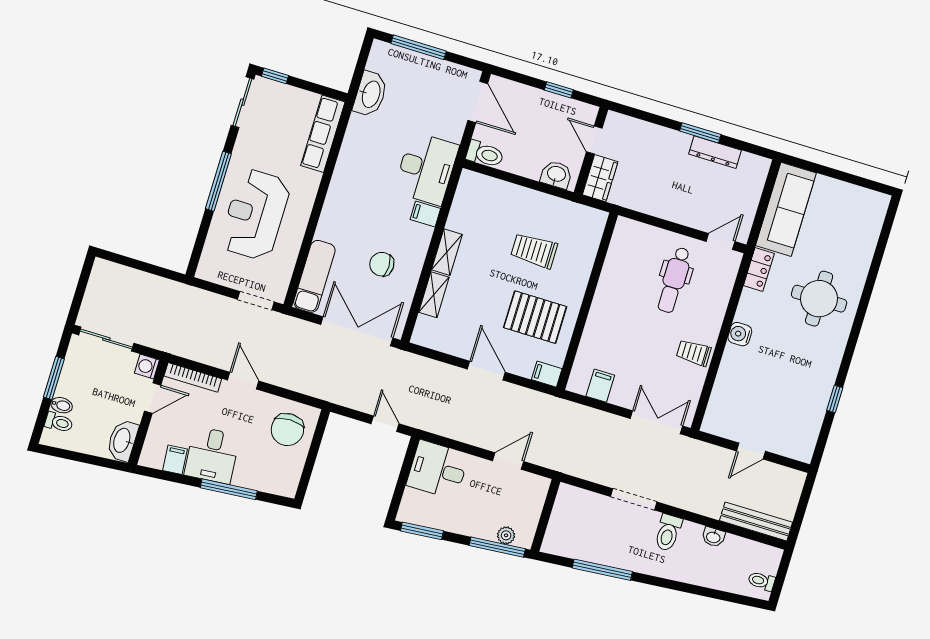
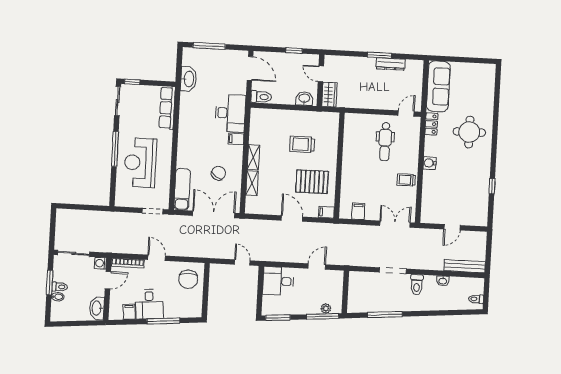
chair: (382, 264) -> (218, 173), turned 125
toilet: (59, 422) -> (60, 287), moved

